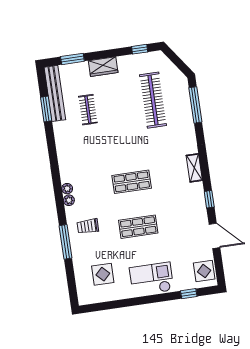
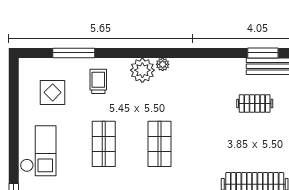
plant: (69, 200) -> (142, 70), width x1.87, depth x1.87
trolley: (88, 226) -> (98, 81), moved
window: (66, 242) -> (74, 53), moved

